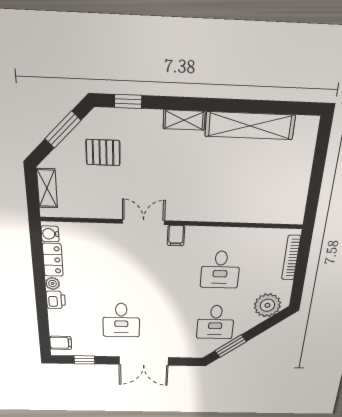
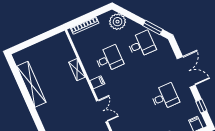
shelving: (184, 120) -> (77, 70), moved
double door: (143, 222) -> (102, 111), swing flipped
filing cabinet: (176, 236) -> (97, 82), moved

